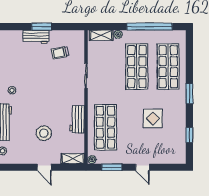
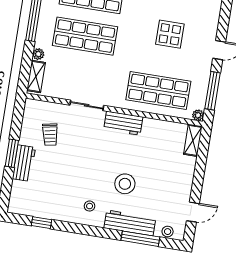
display table: (153, 118) -> (170, 34), moved
workbench: (77, 119) -> (123, 123), moved
stool: (44, 133) -> (125, 184), moved
door: (44, 167) -> (193, 212), moved
window: (112, 167) -> (213, 91), width x1.44

